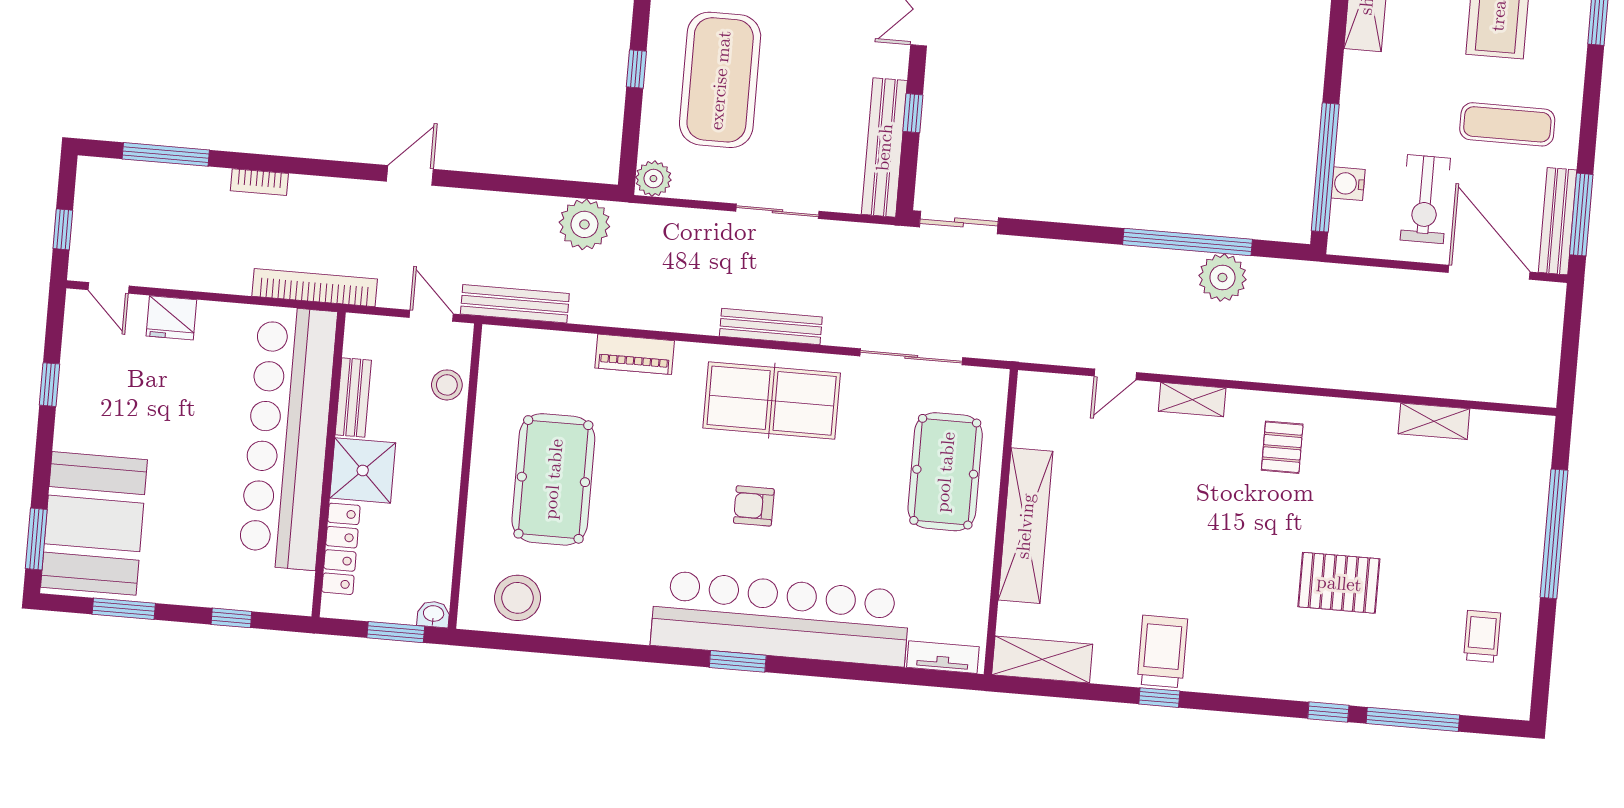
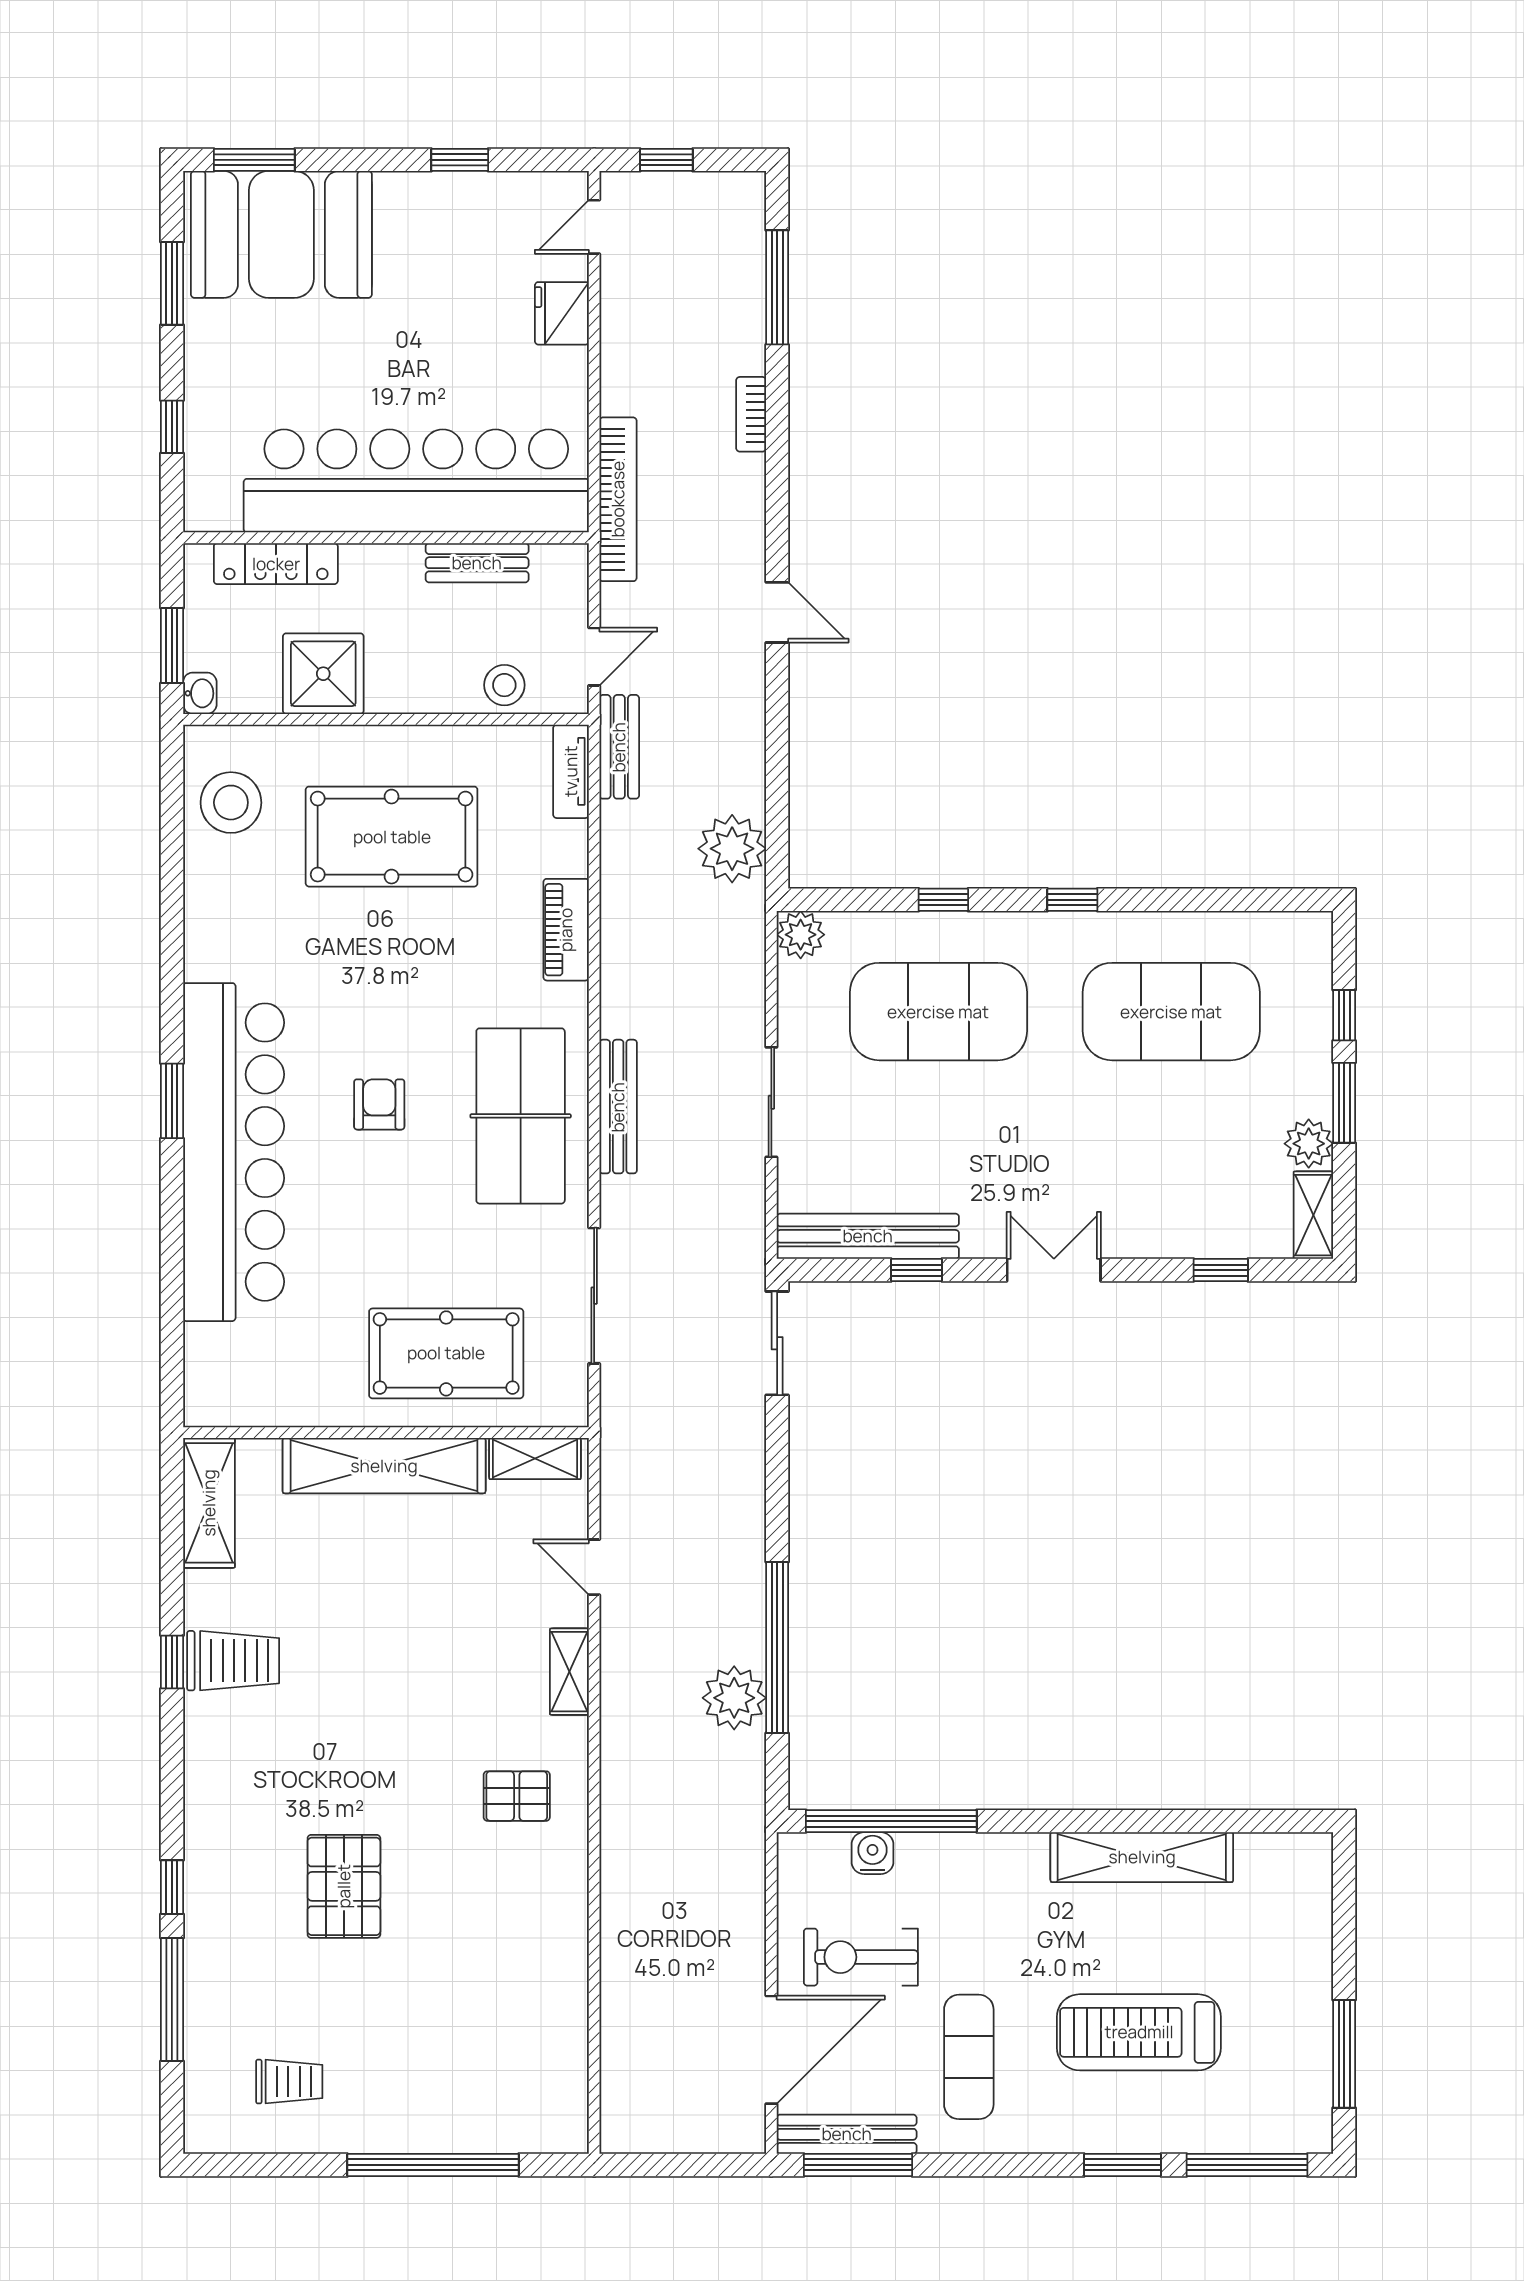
bench: (515, 304) -> (619, 747), width x0.73
shelving: (1434, 421) -> (535, 1459), moved, turned 90
shower: (363, 470) -> (323, 674), moved
tv unit: (943, 657) -> (571, 771), moved, turned 180

